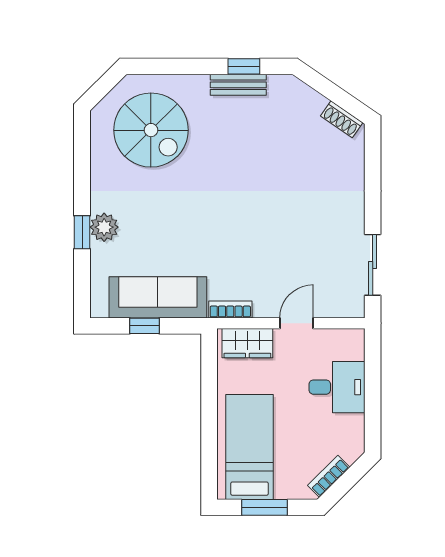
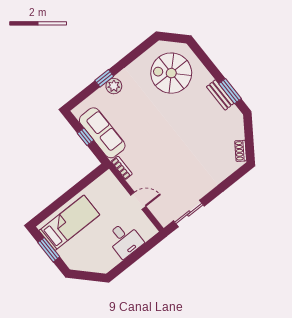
window: (244, 66) -> (230, 91), width x1.50
spiral stairs: (151, 130) -> (171, 73), turned 90
wardrobe: (247, 343) -> (113, 187), removed
bookcase: (329, 476) -> (84, 266), removed

